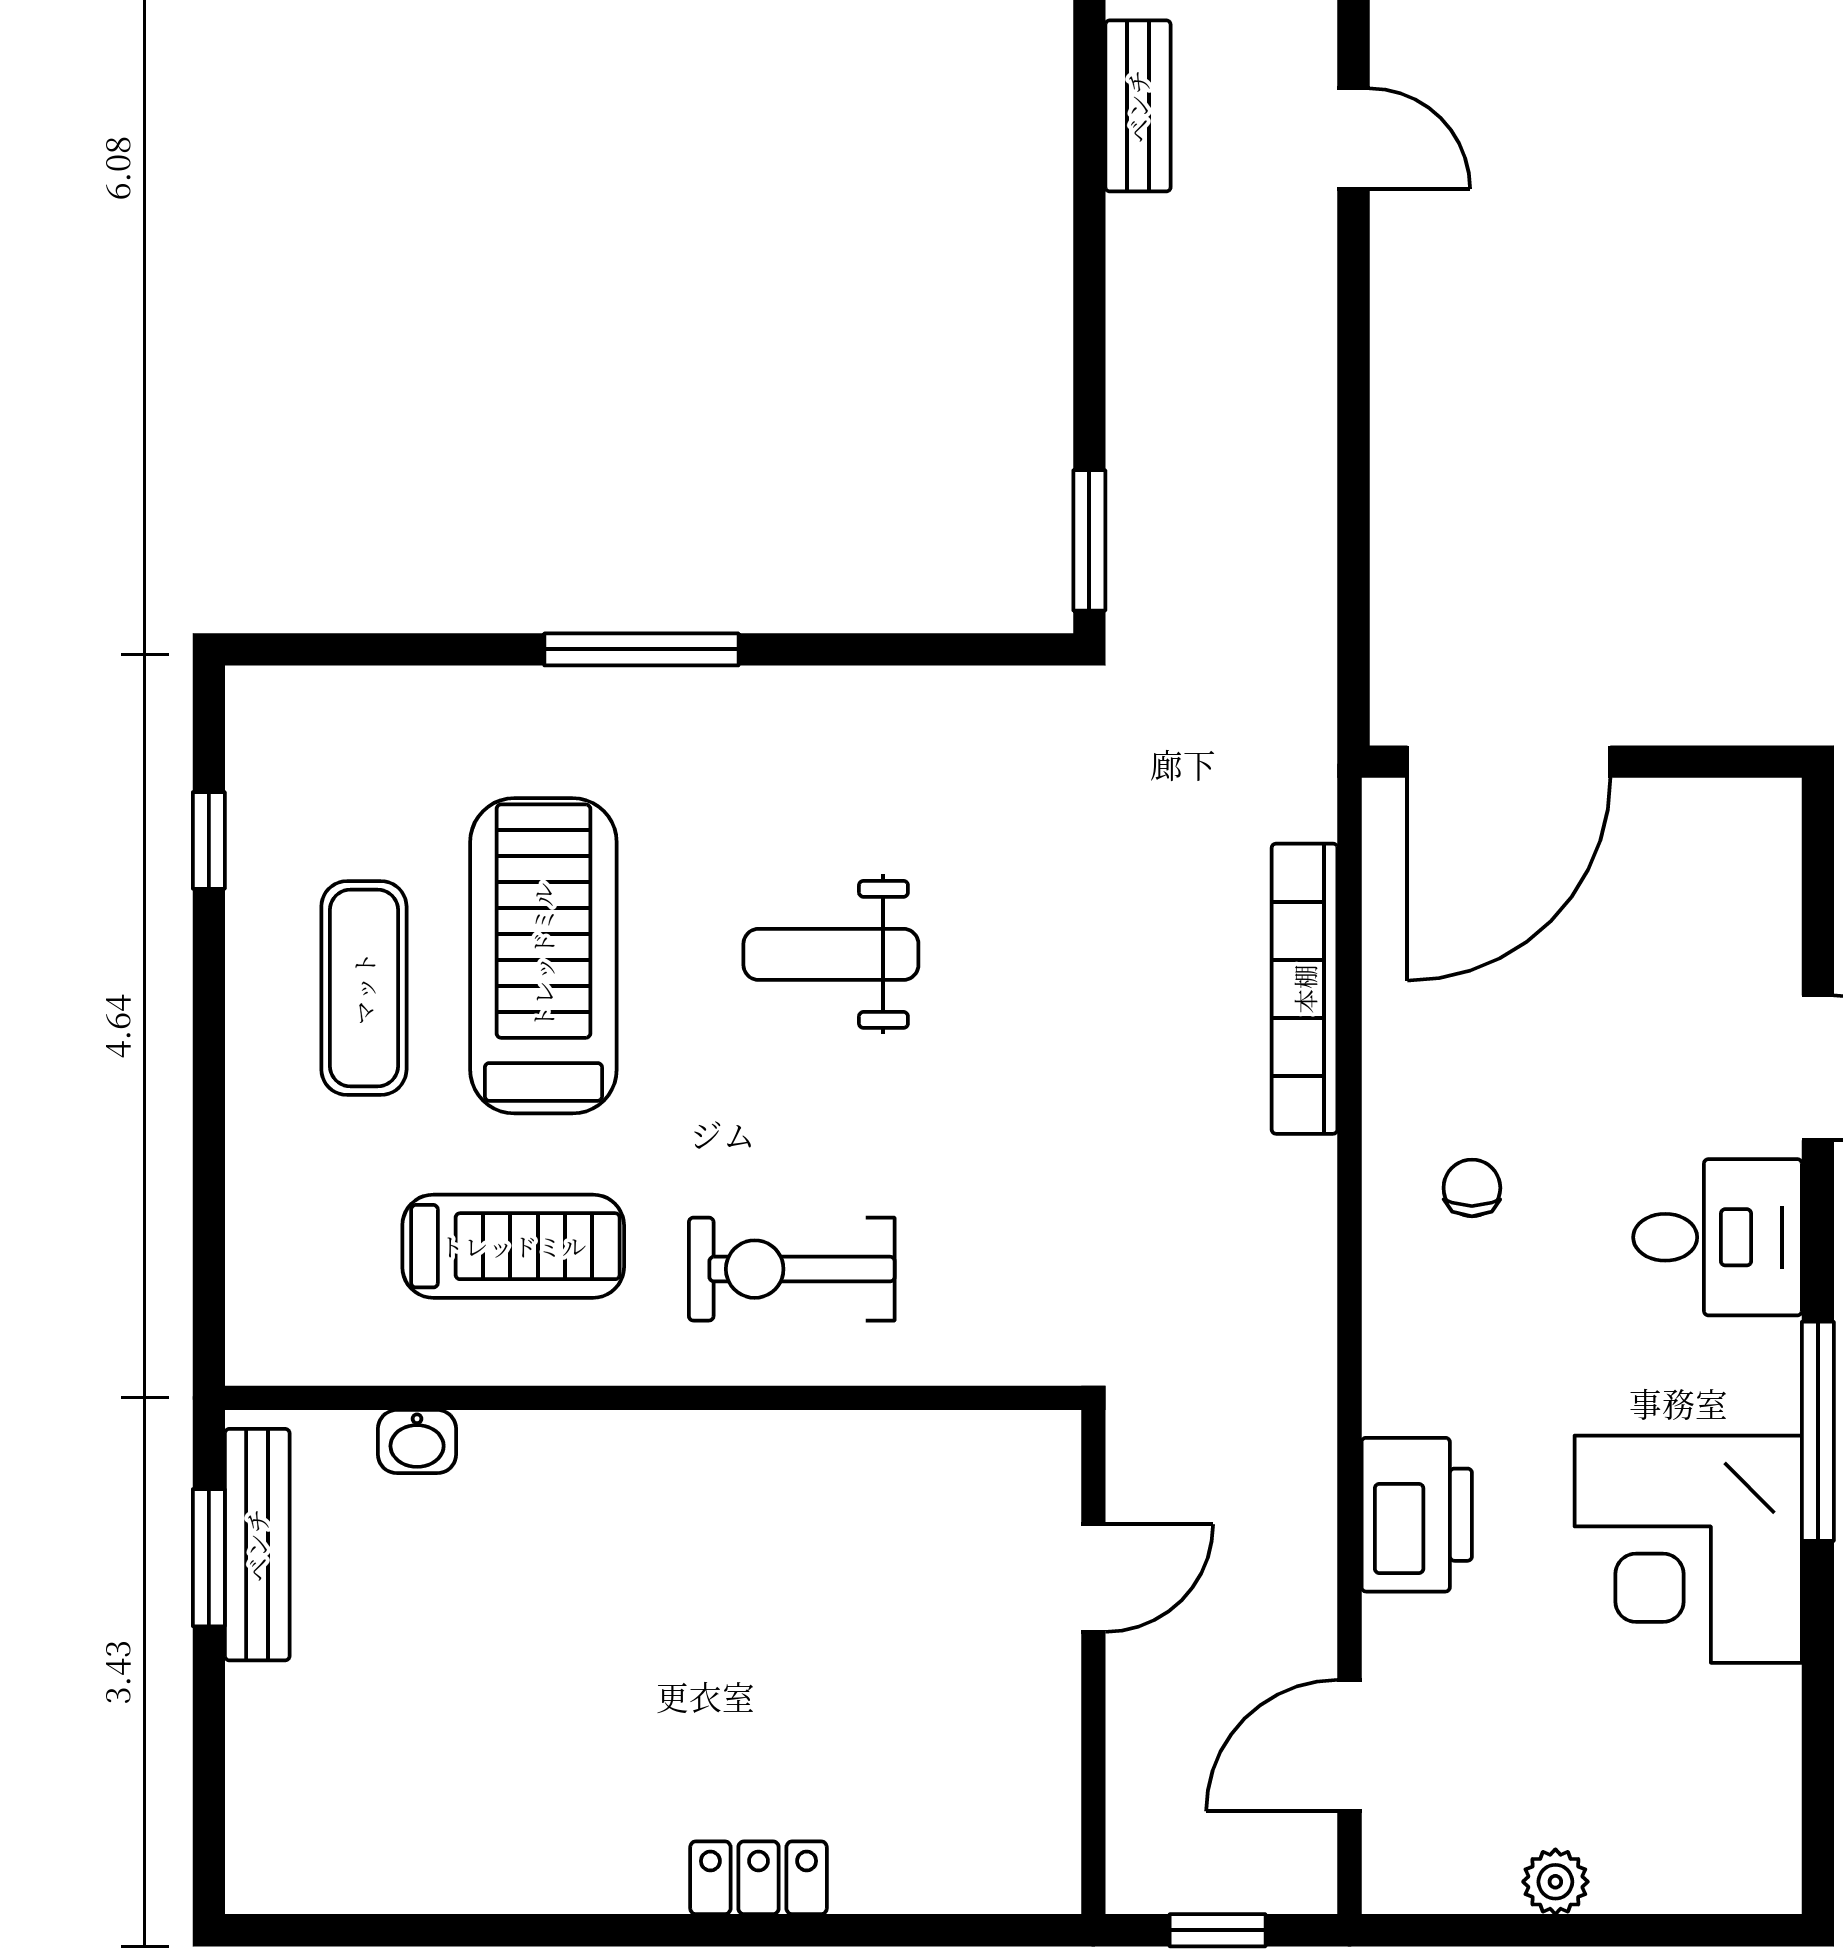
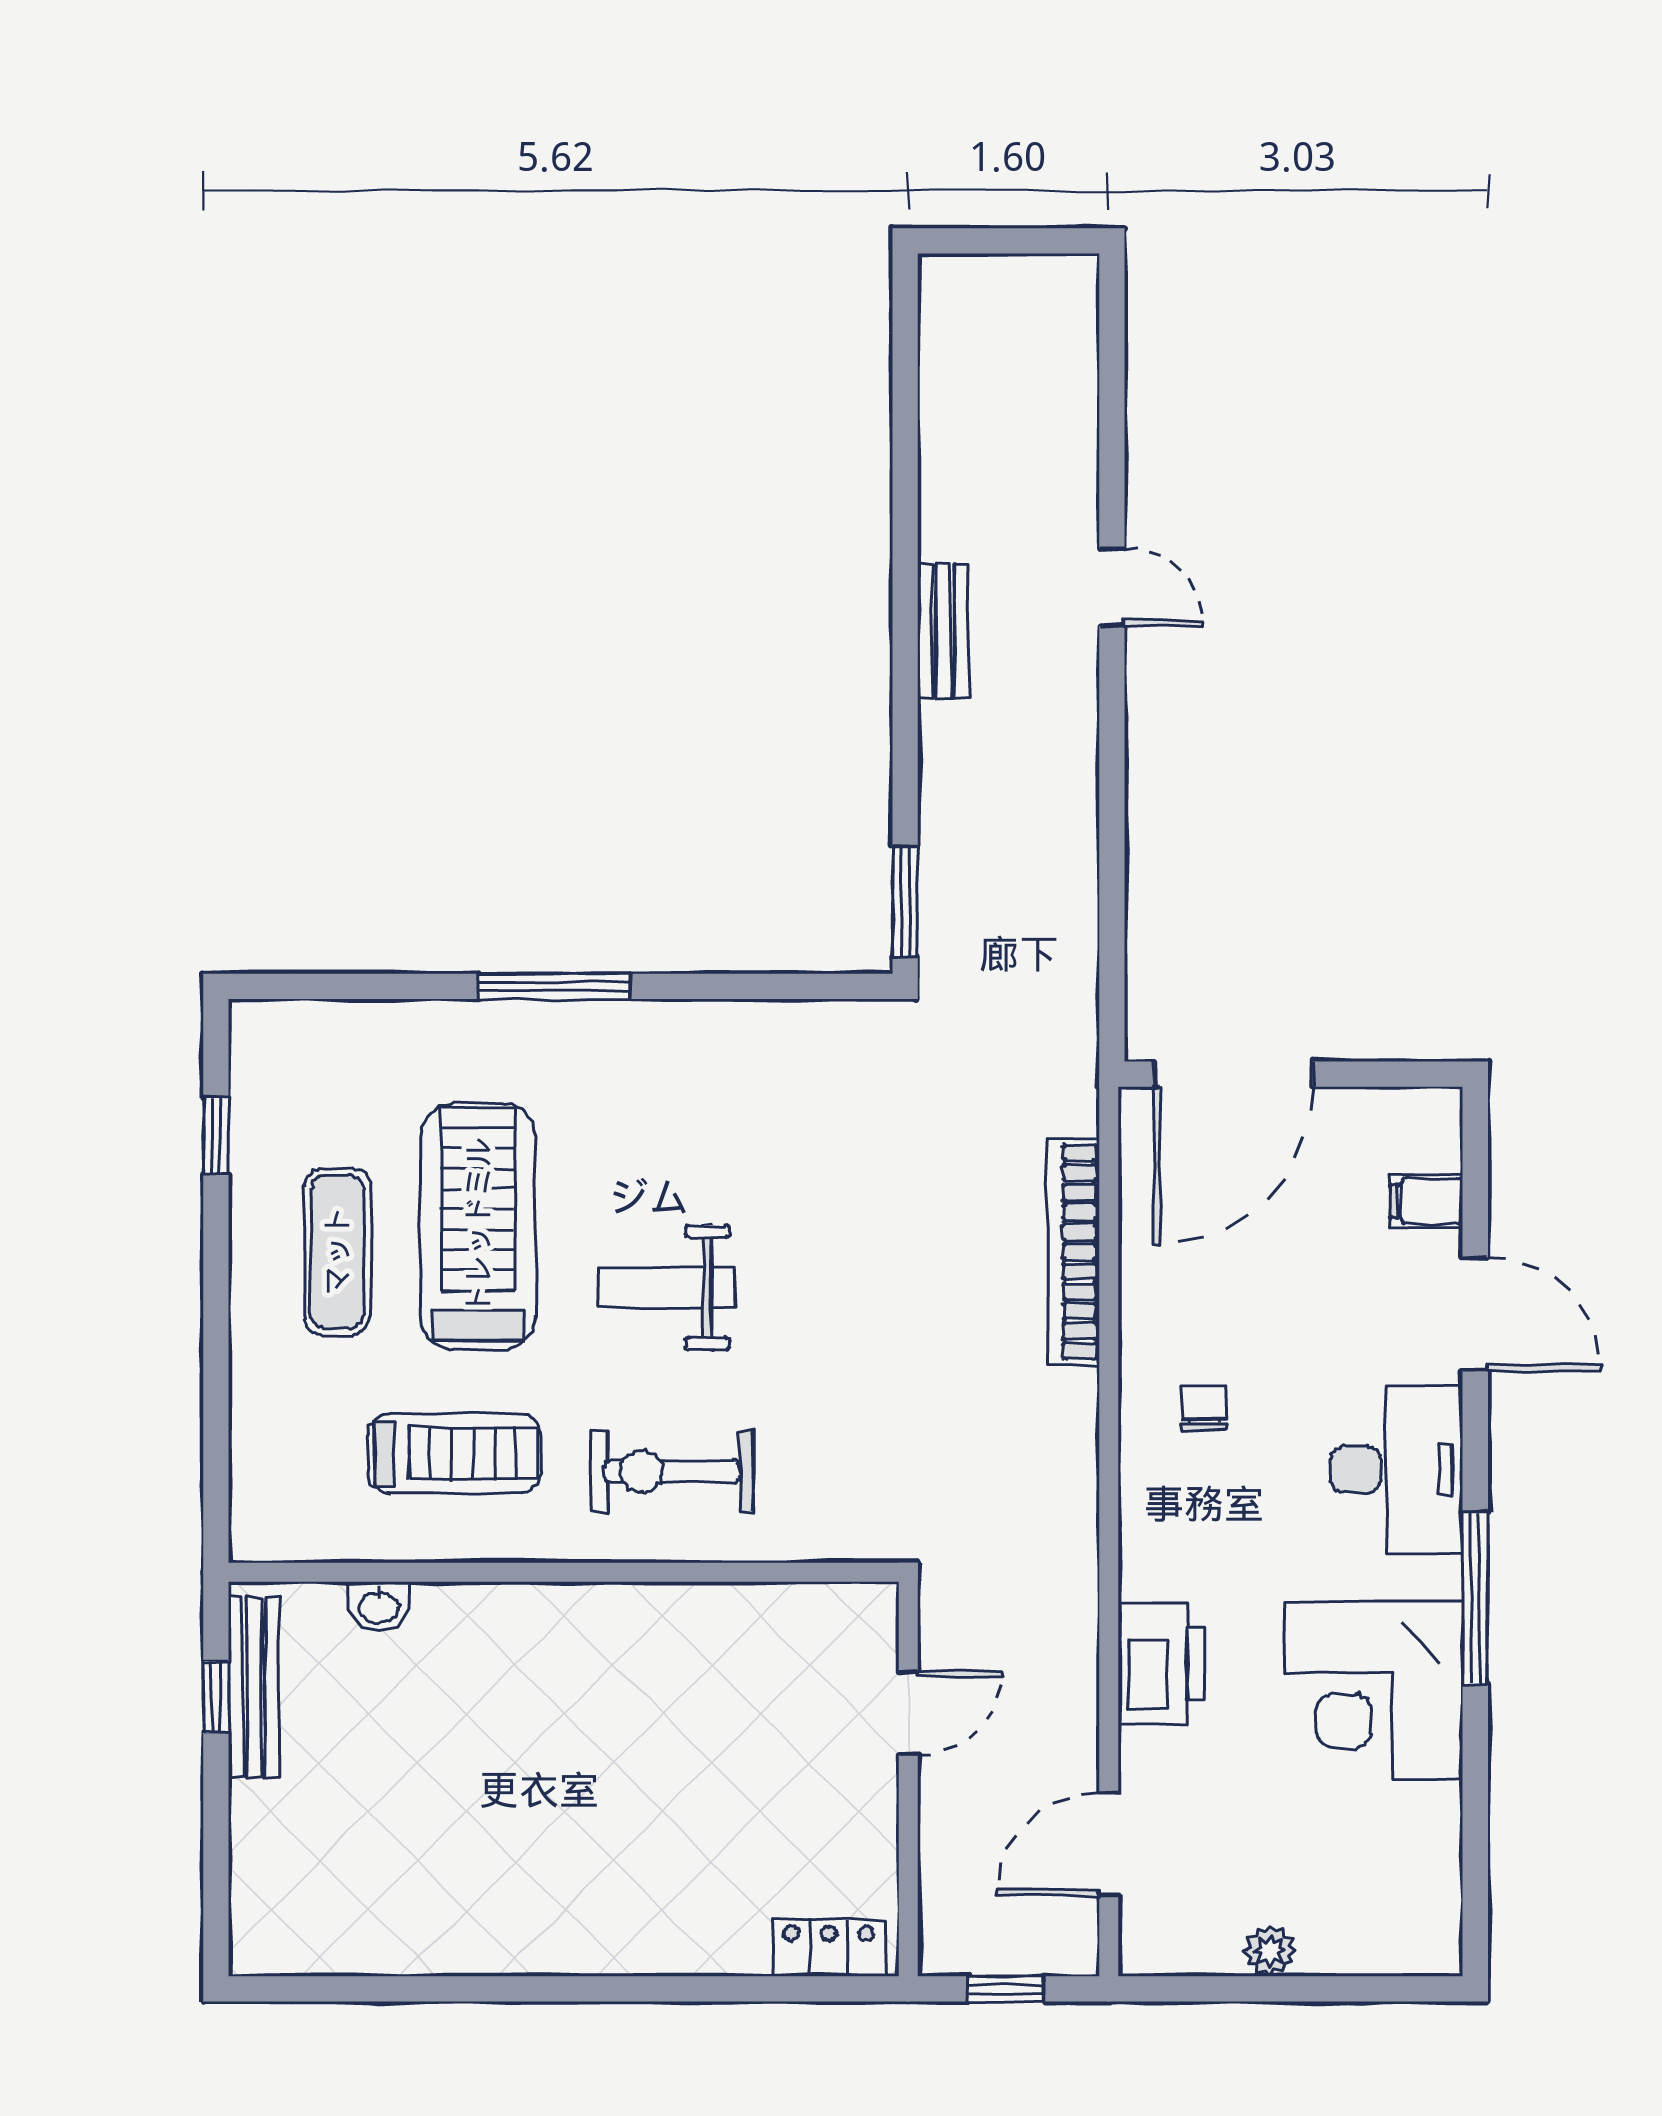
bench: (1138, 106) -> (943, 631), moved
filing cabinet: (1755, 924) -> (1426, 1201), added
weight bench: (831, 954) -> (667, 1288), moved
desk: (1717, 1237) -> (1397, 1469), width x1.37
window: (209, 1558) -> (216, 1697), width x0.67
locker: (758, 1878) -> (829, 1948), moved

